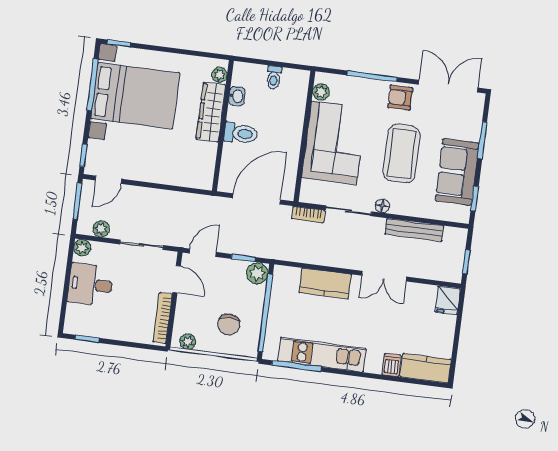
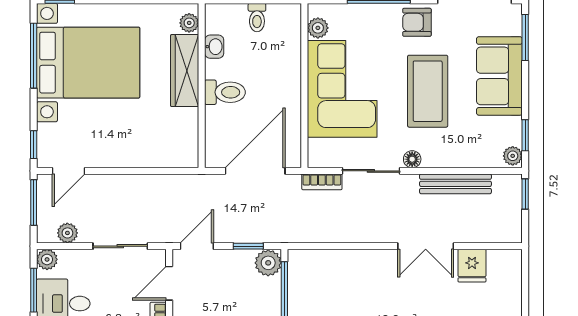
window: (482, 140) -> (525, 37), moved
sofa: (457, 172) -> (499, 76), moved
plant: (463, 214) -> (513, 156), added
window: (466, 262) -> (525, 194), moved
window: (68, 271) -> (34, 290), added
door: (177, 279) -> (169, 283), swing flipped
kitchen counter: (325, 284) -> (354, 265), removed
fridge: (448, 300) -> (472, 266), moved

